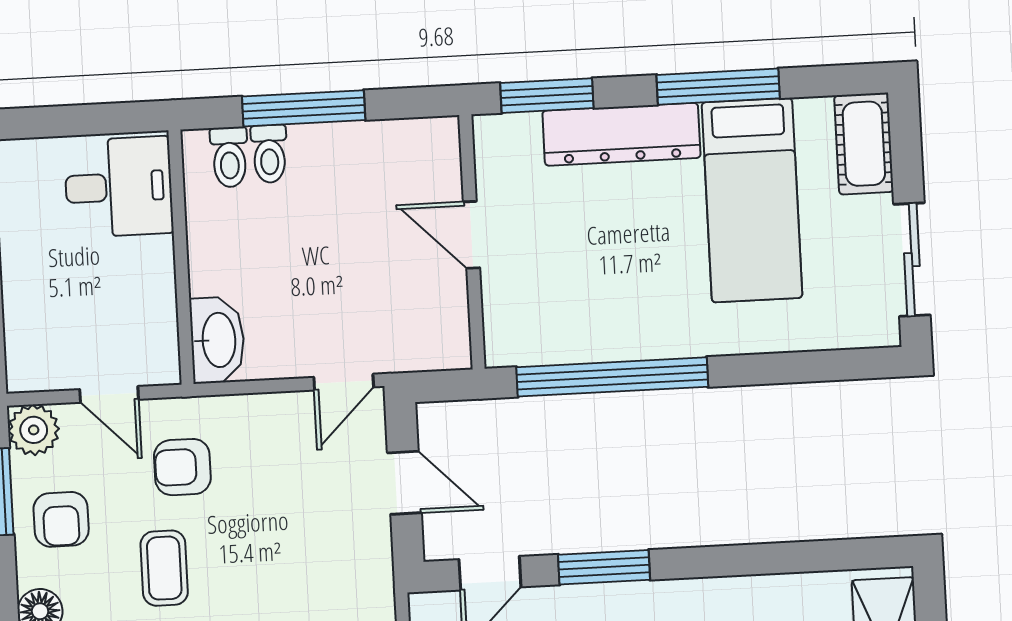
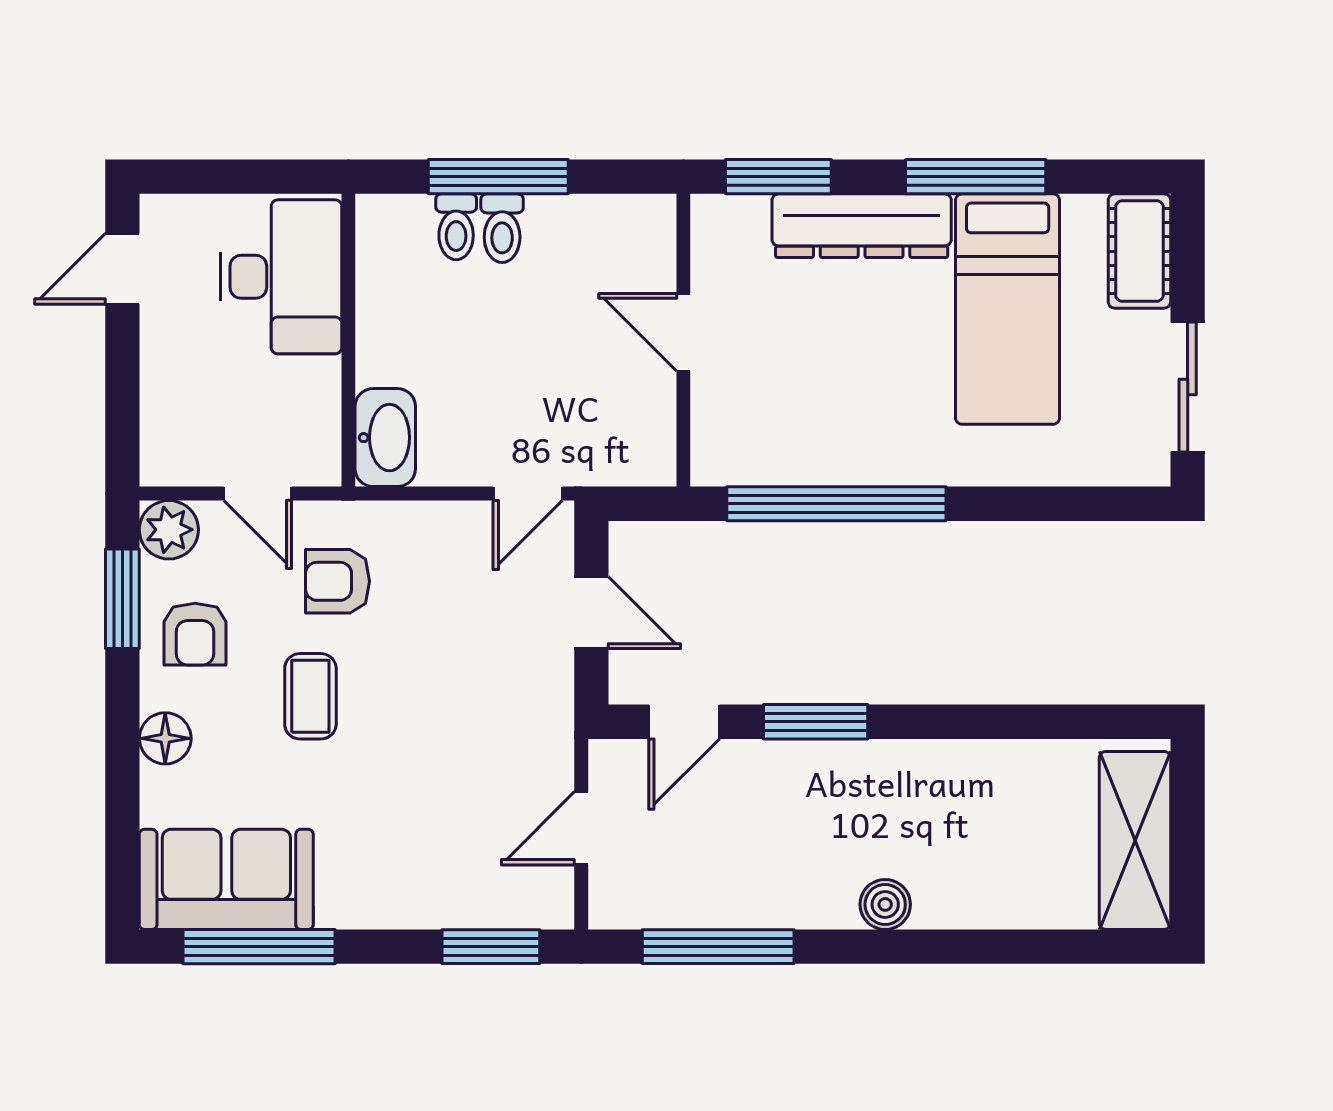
toilet: (229, 157) -> (502, 228), moved
desk: (119, 187) -> (281, 277), width x1.37

